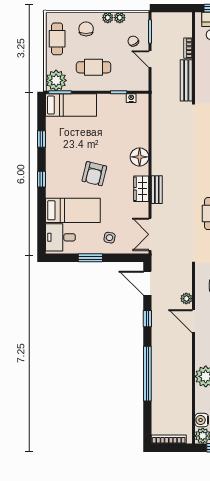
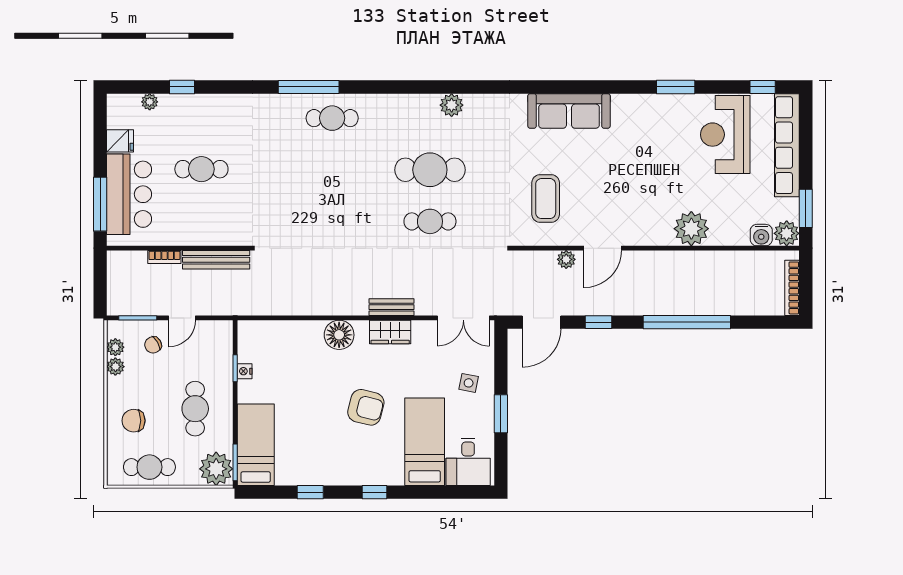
plant: (108, 18) -> (115, 347), moved
nightstand: (131, 98) -> (245, 371), moved

